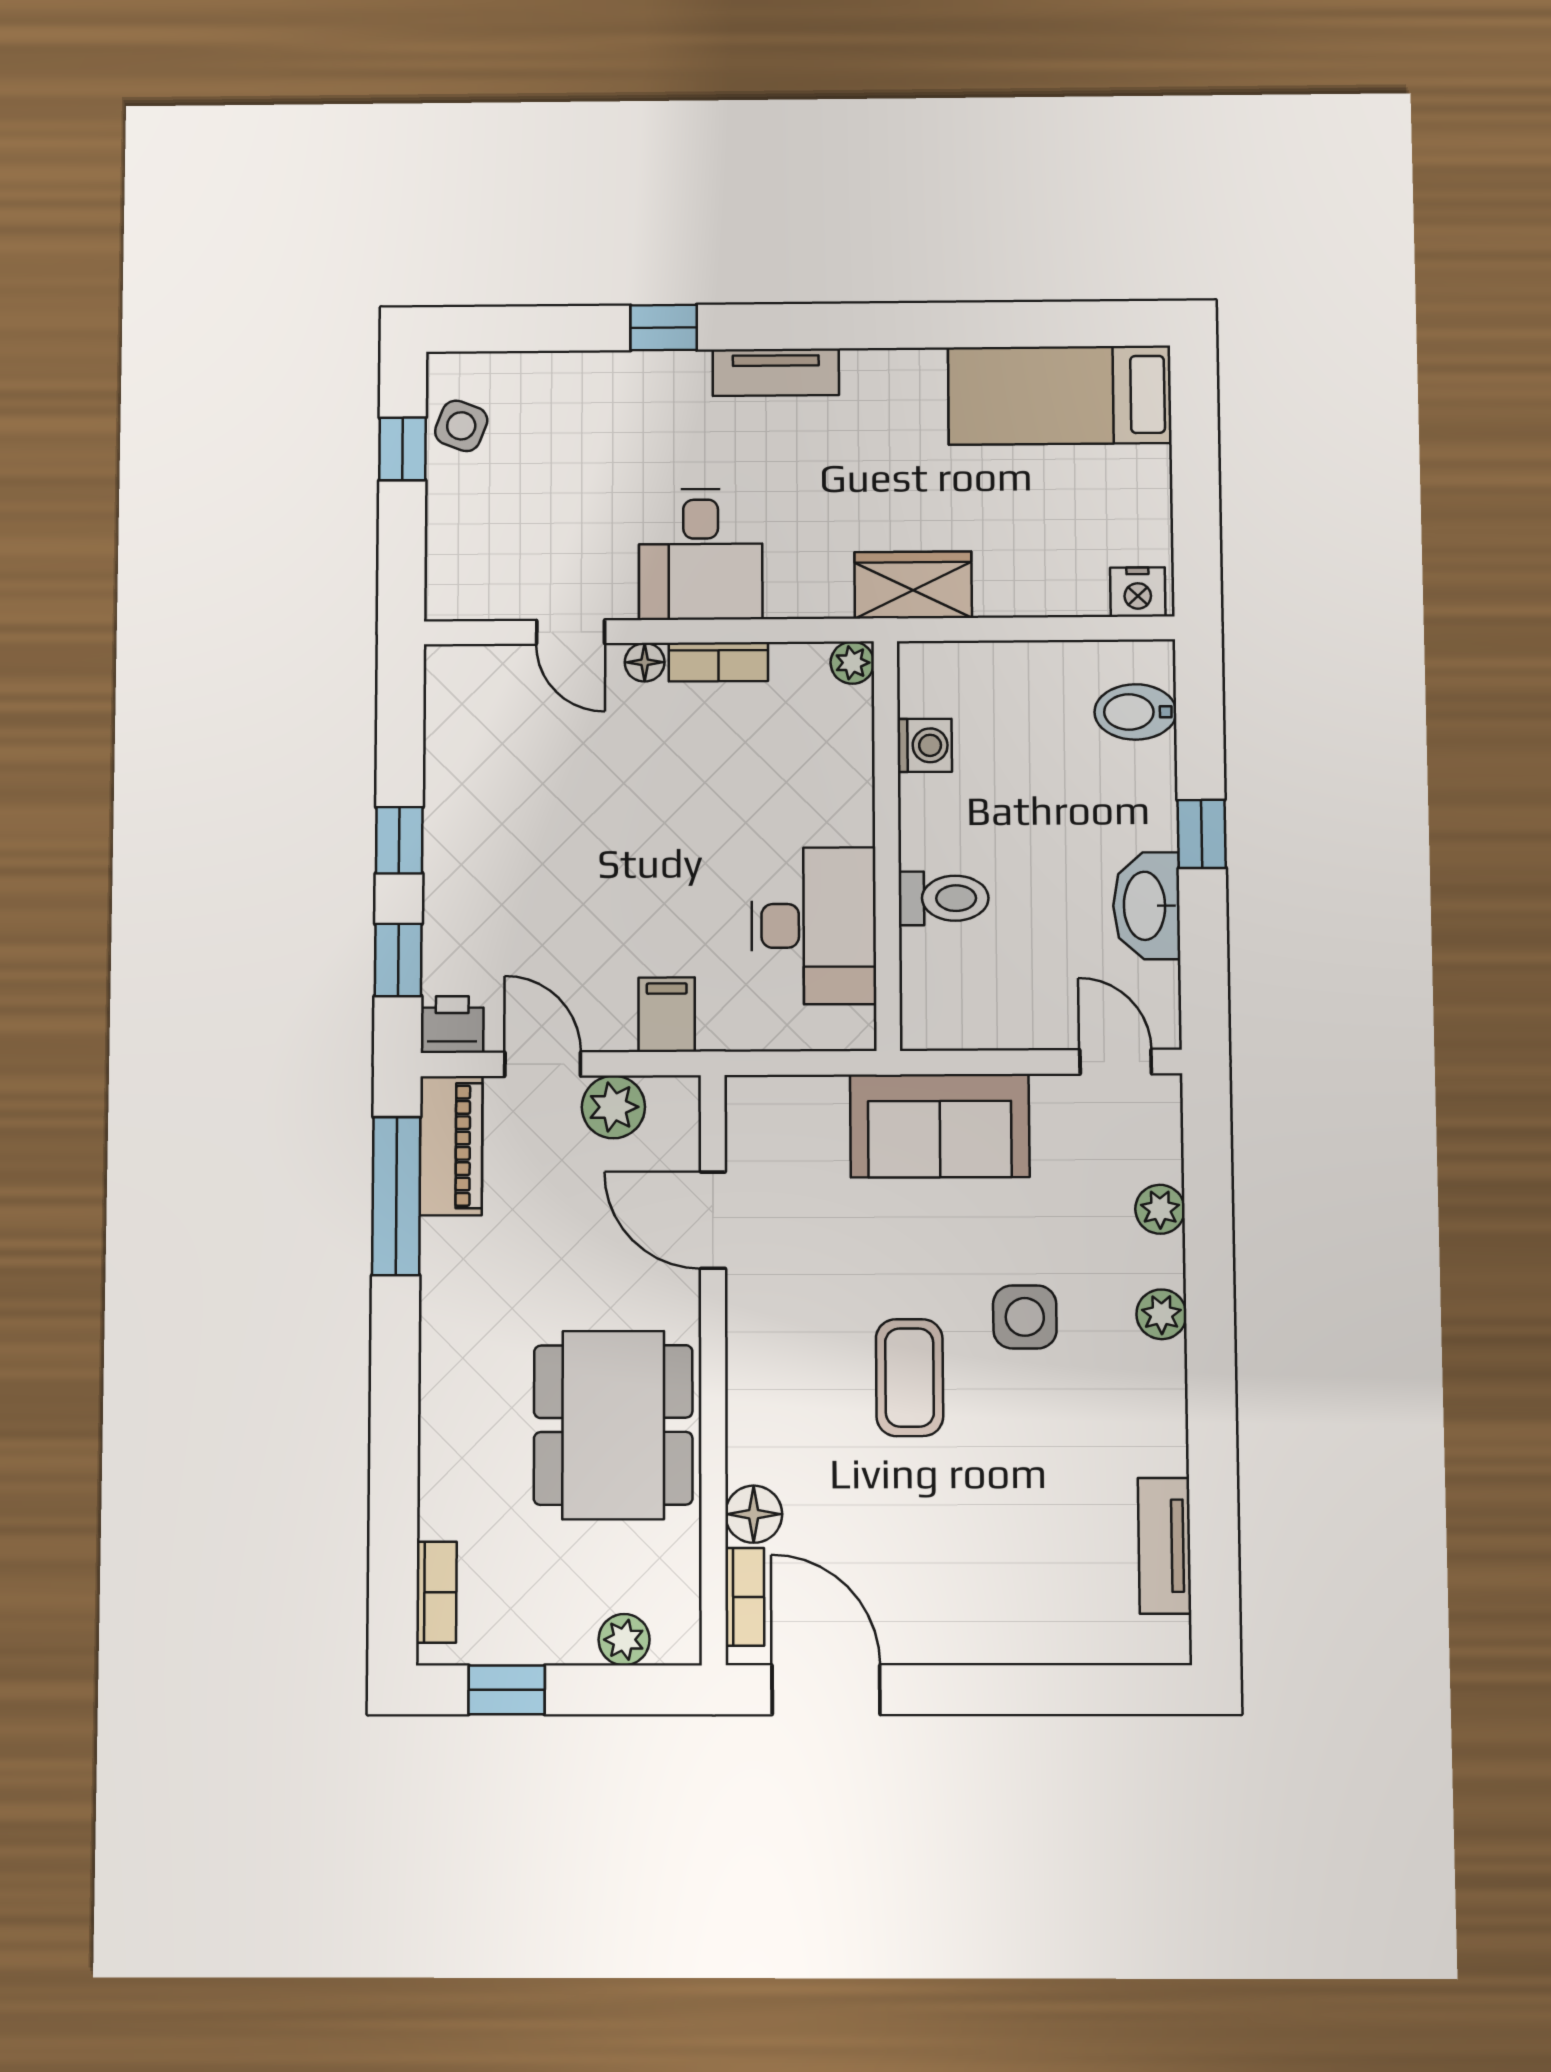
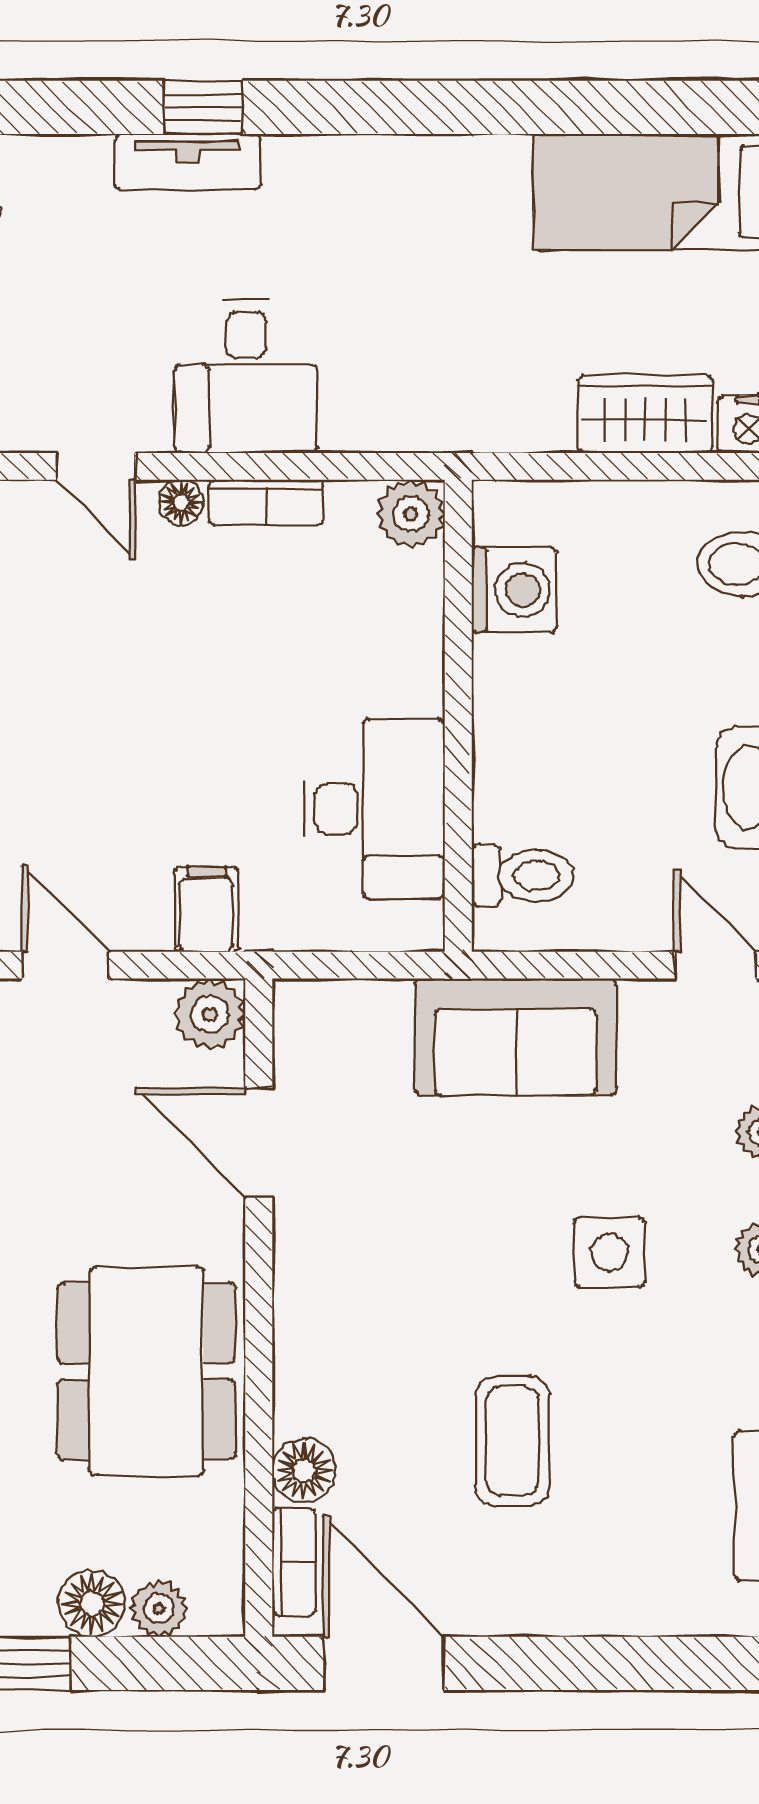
tv unit: (776, 372) -> (188, 162), moved
wardrobe: (913, 585) -> (645, 414), moved
plant: (852, 663) -> (411, 514), width x1.38, depth x1.38
washing machine: (925, 745) -> (514, 590), width x1.38, depth x1.38
toilet: (944, 898) -> (523, 876), moved
plant: (613, 1107) -> (210, 1014), moved
coffee table: (909, 1378) -> (512, 1441), moved
floor lamp: (564, 1635) -> (92, 1603), added

